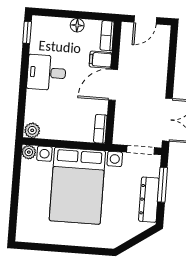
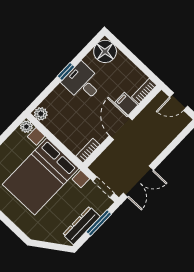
floor lamp: (77, 25) -> (105, 51), moved, width x1.89, depth x1.89
window: (27, 32) -> (66, 71), moved
door: (113, 85) -> (121, 128), hinge flipped

